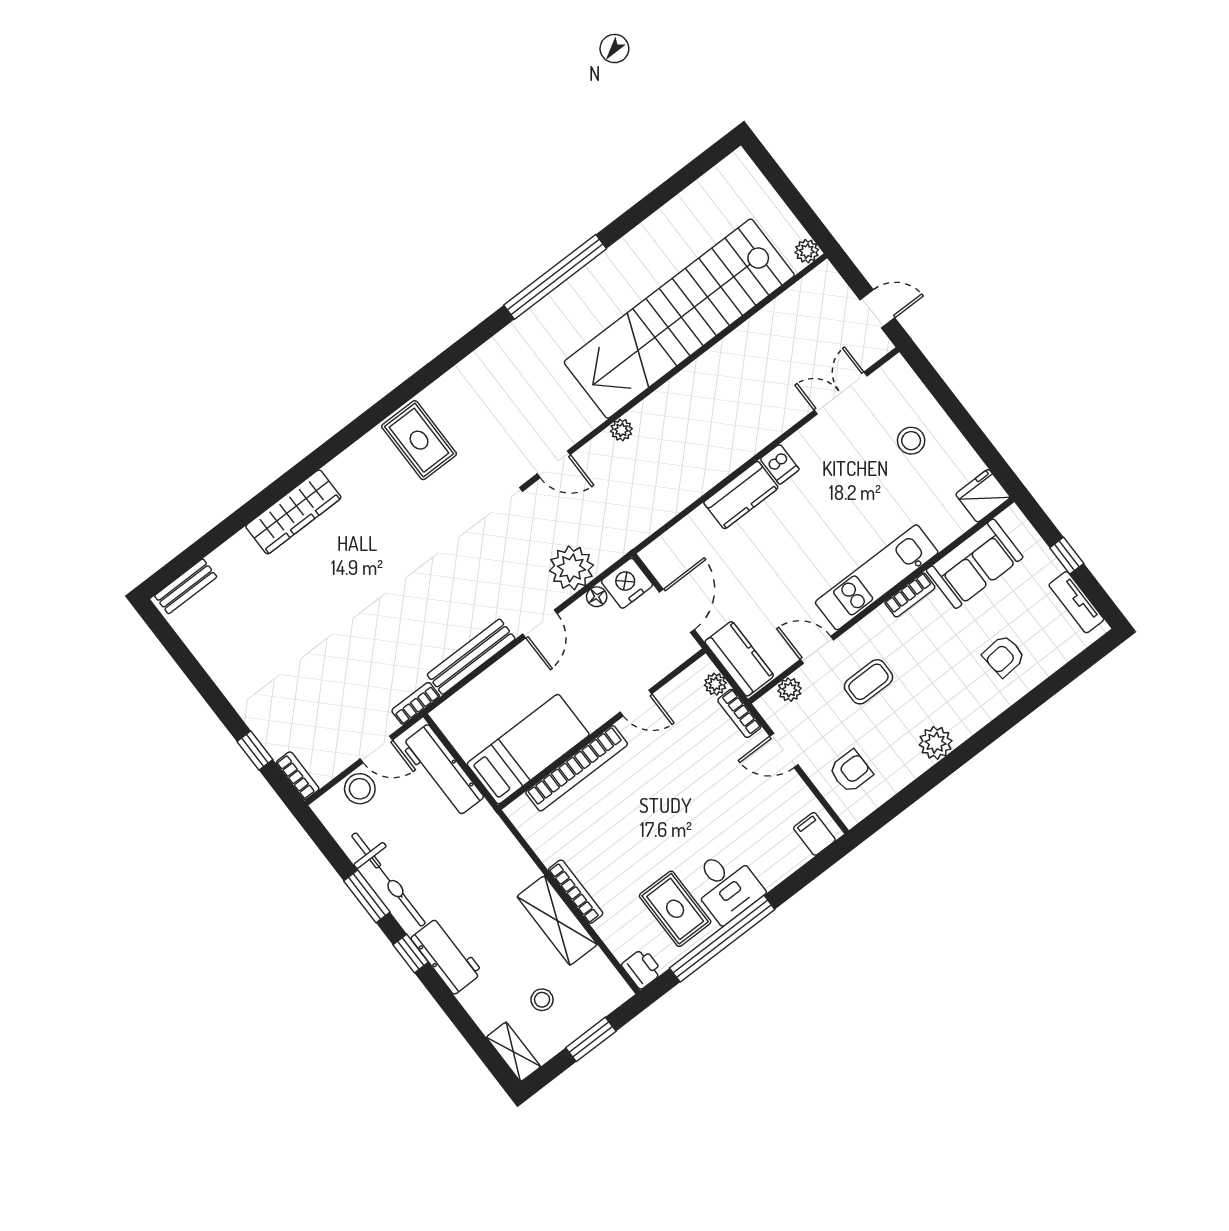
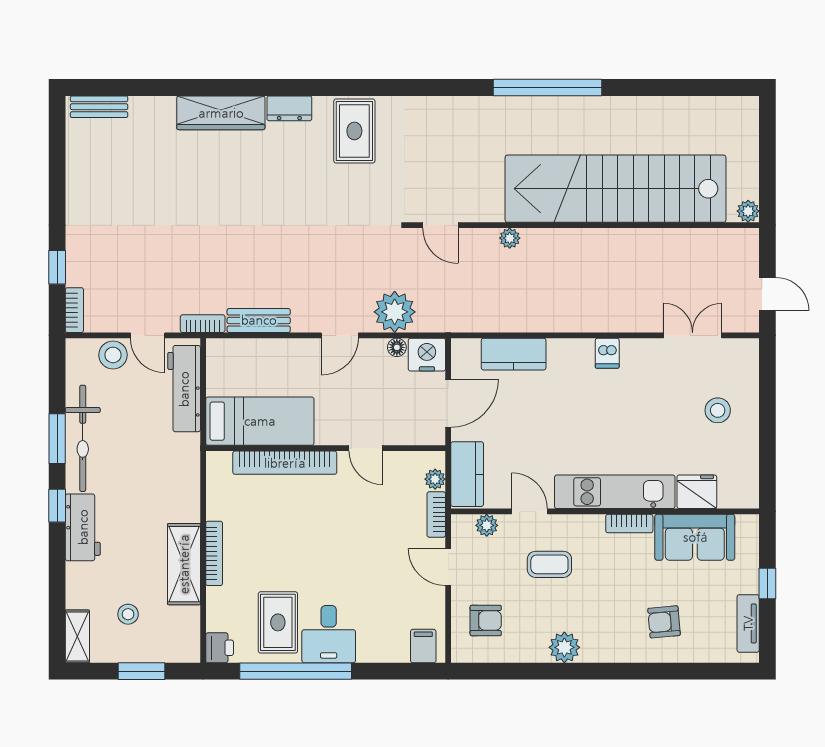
dresser: (349, 463) -> (289, 108), added
kitchen counter: (741, 495) -> (514, 354), moved
fridge: (983, 496) -> (697, 492), moved
bench: (471, 657) -> (259, 320), width x0.73

